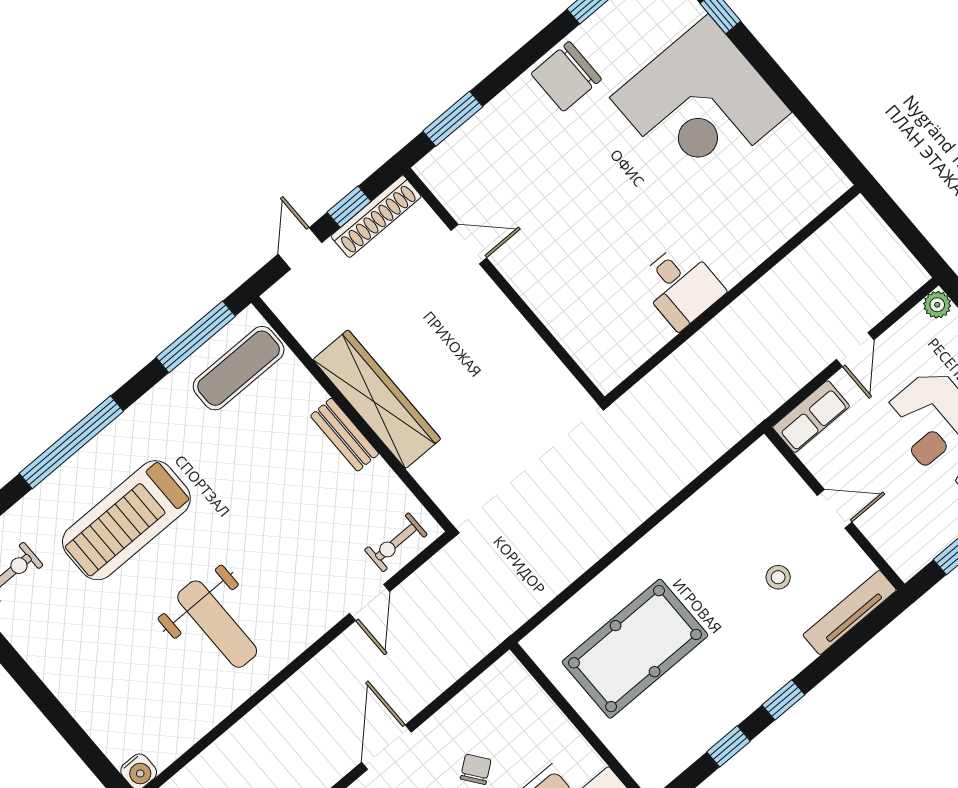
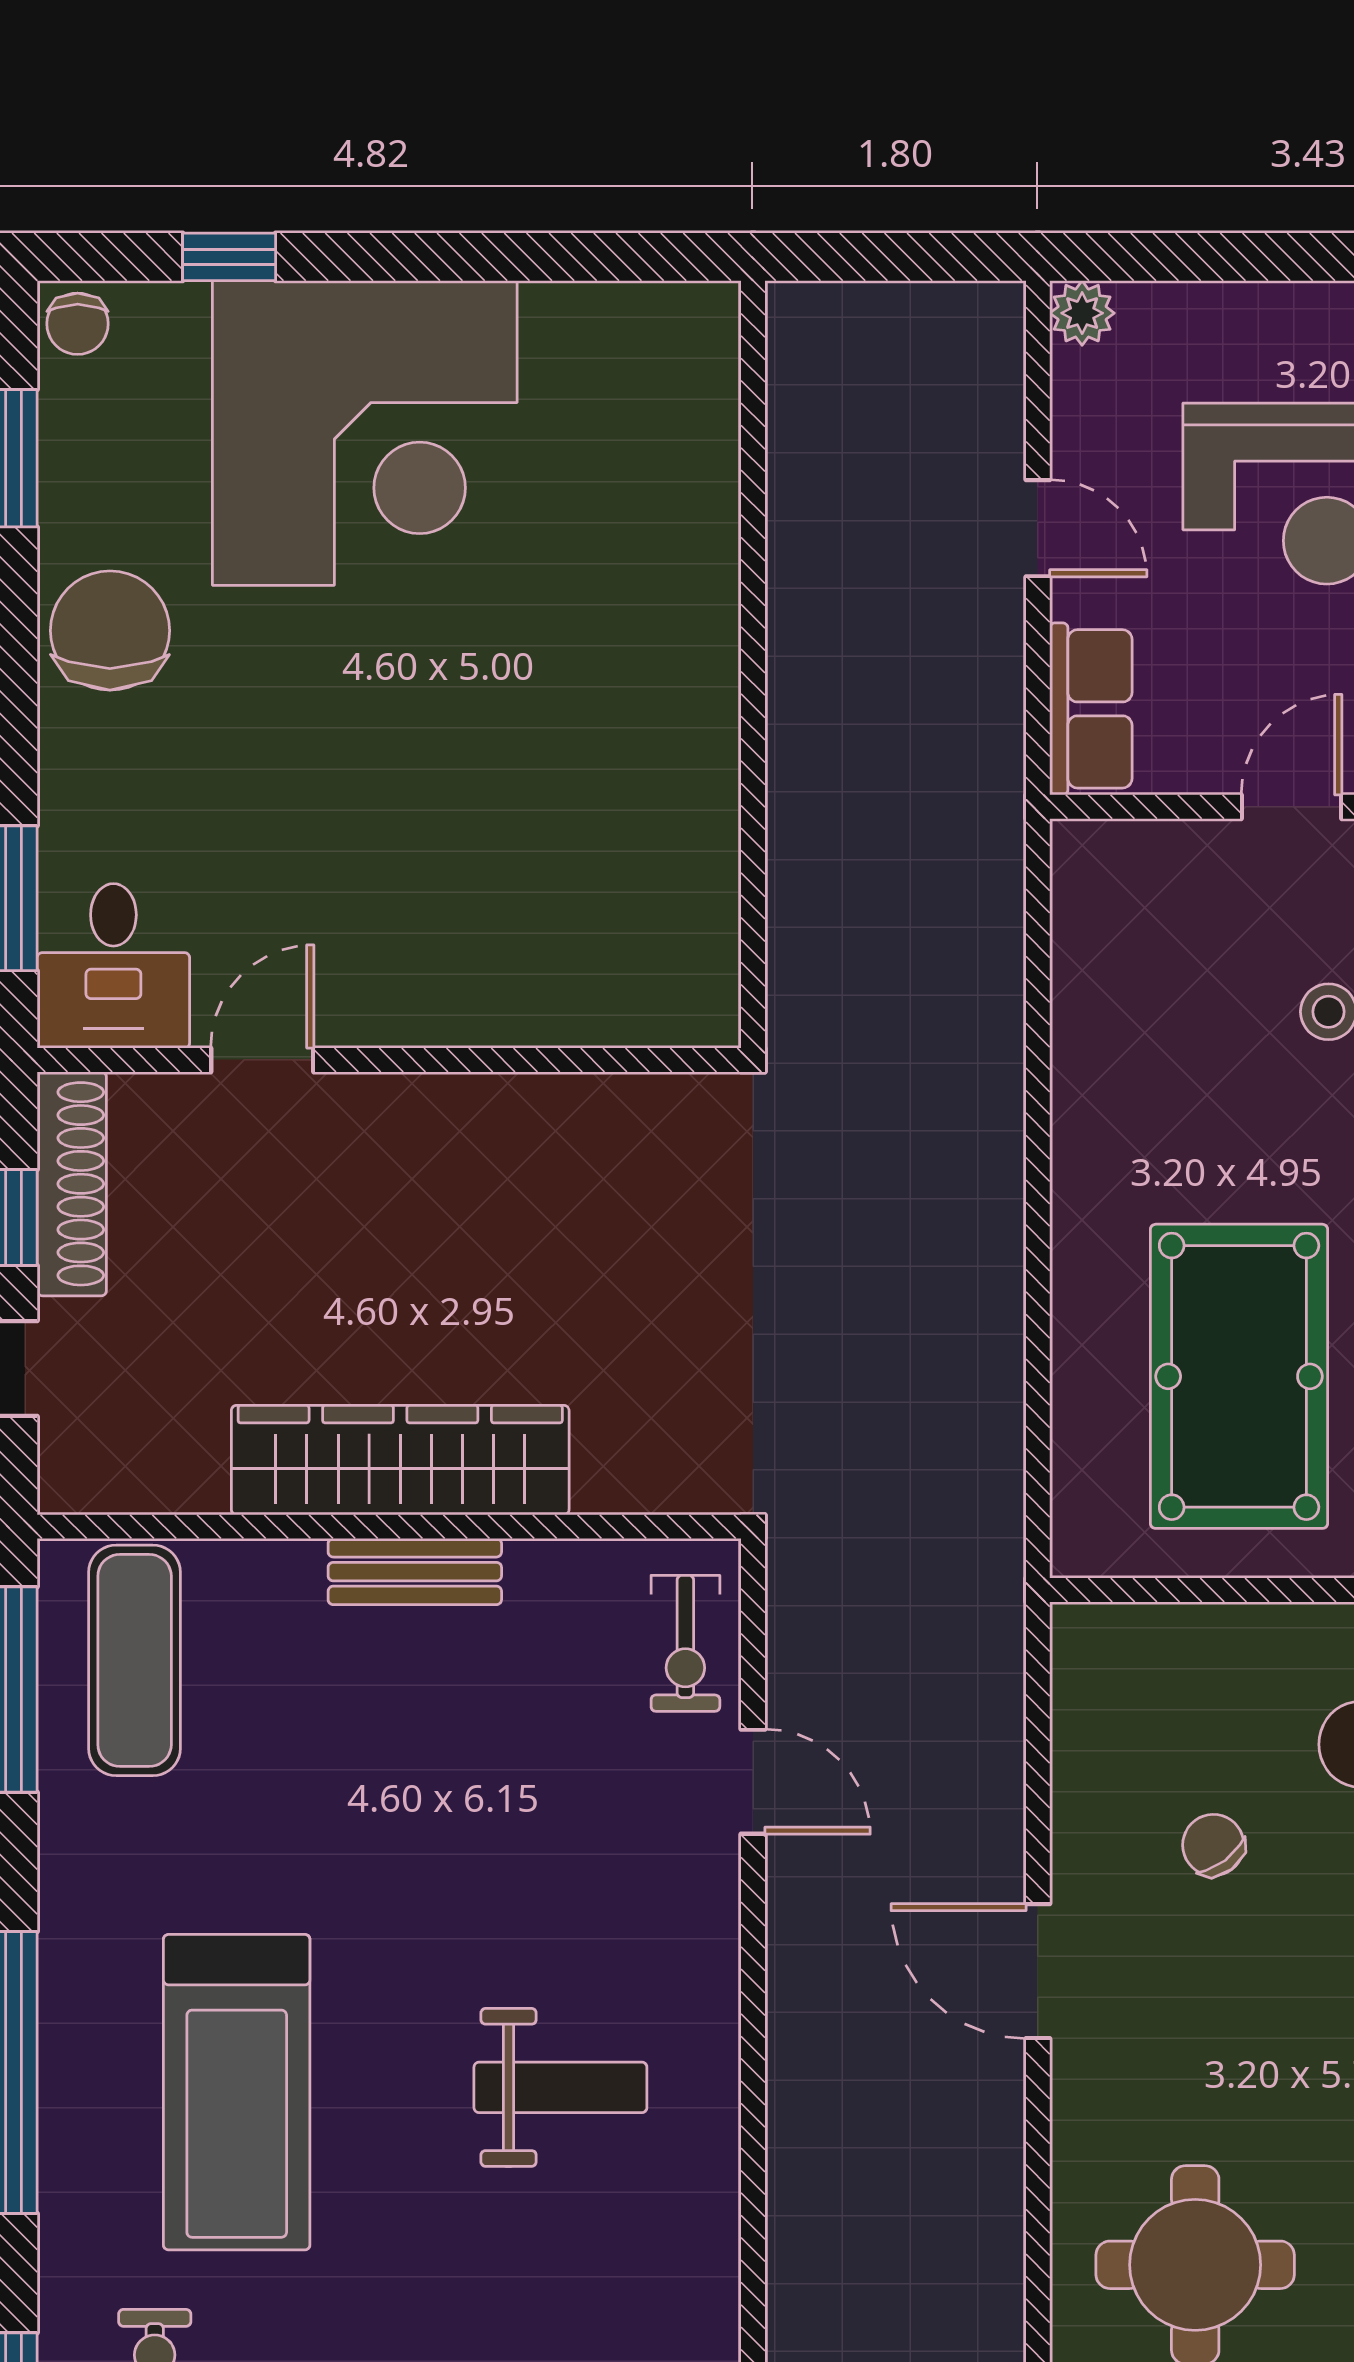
chair: (566, 76) -> (110, 631), turned 180
desk: (681, 286) -> (113, 966), moved, turned 90
weight bench: (217, 624) -> (560, 2087), width x0.73, depth x0.75

